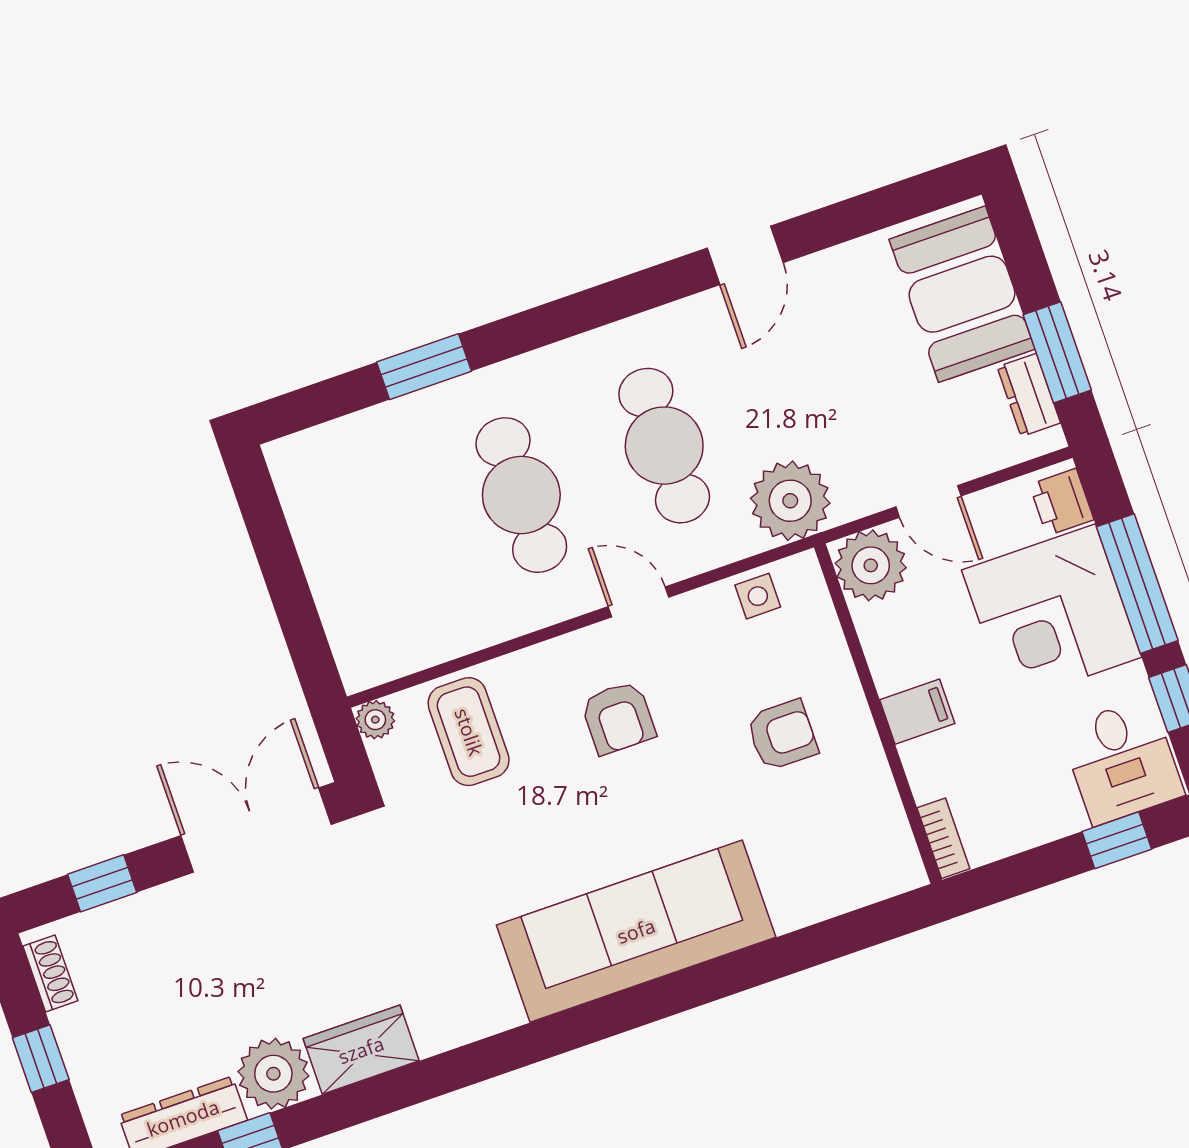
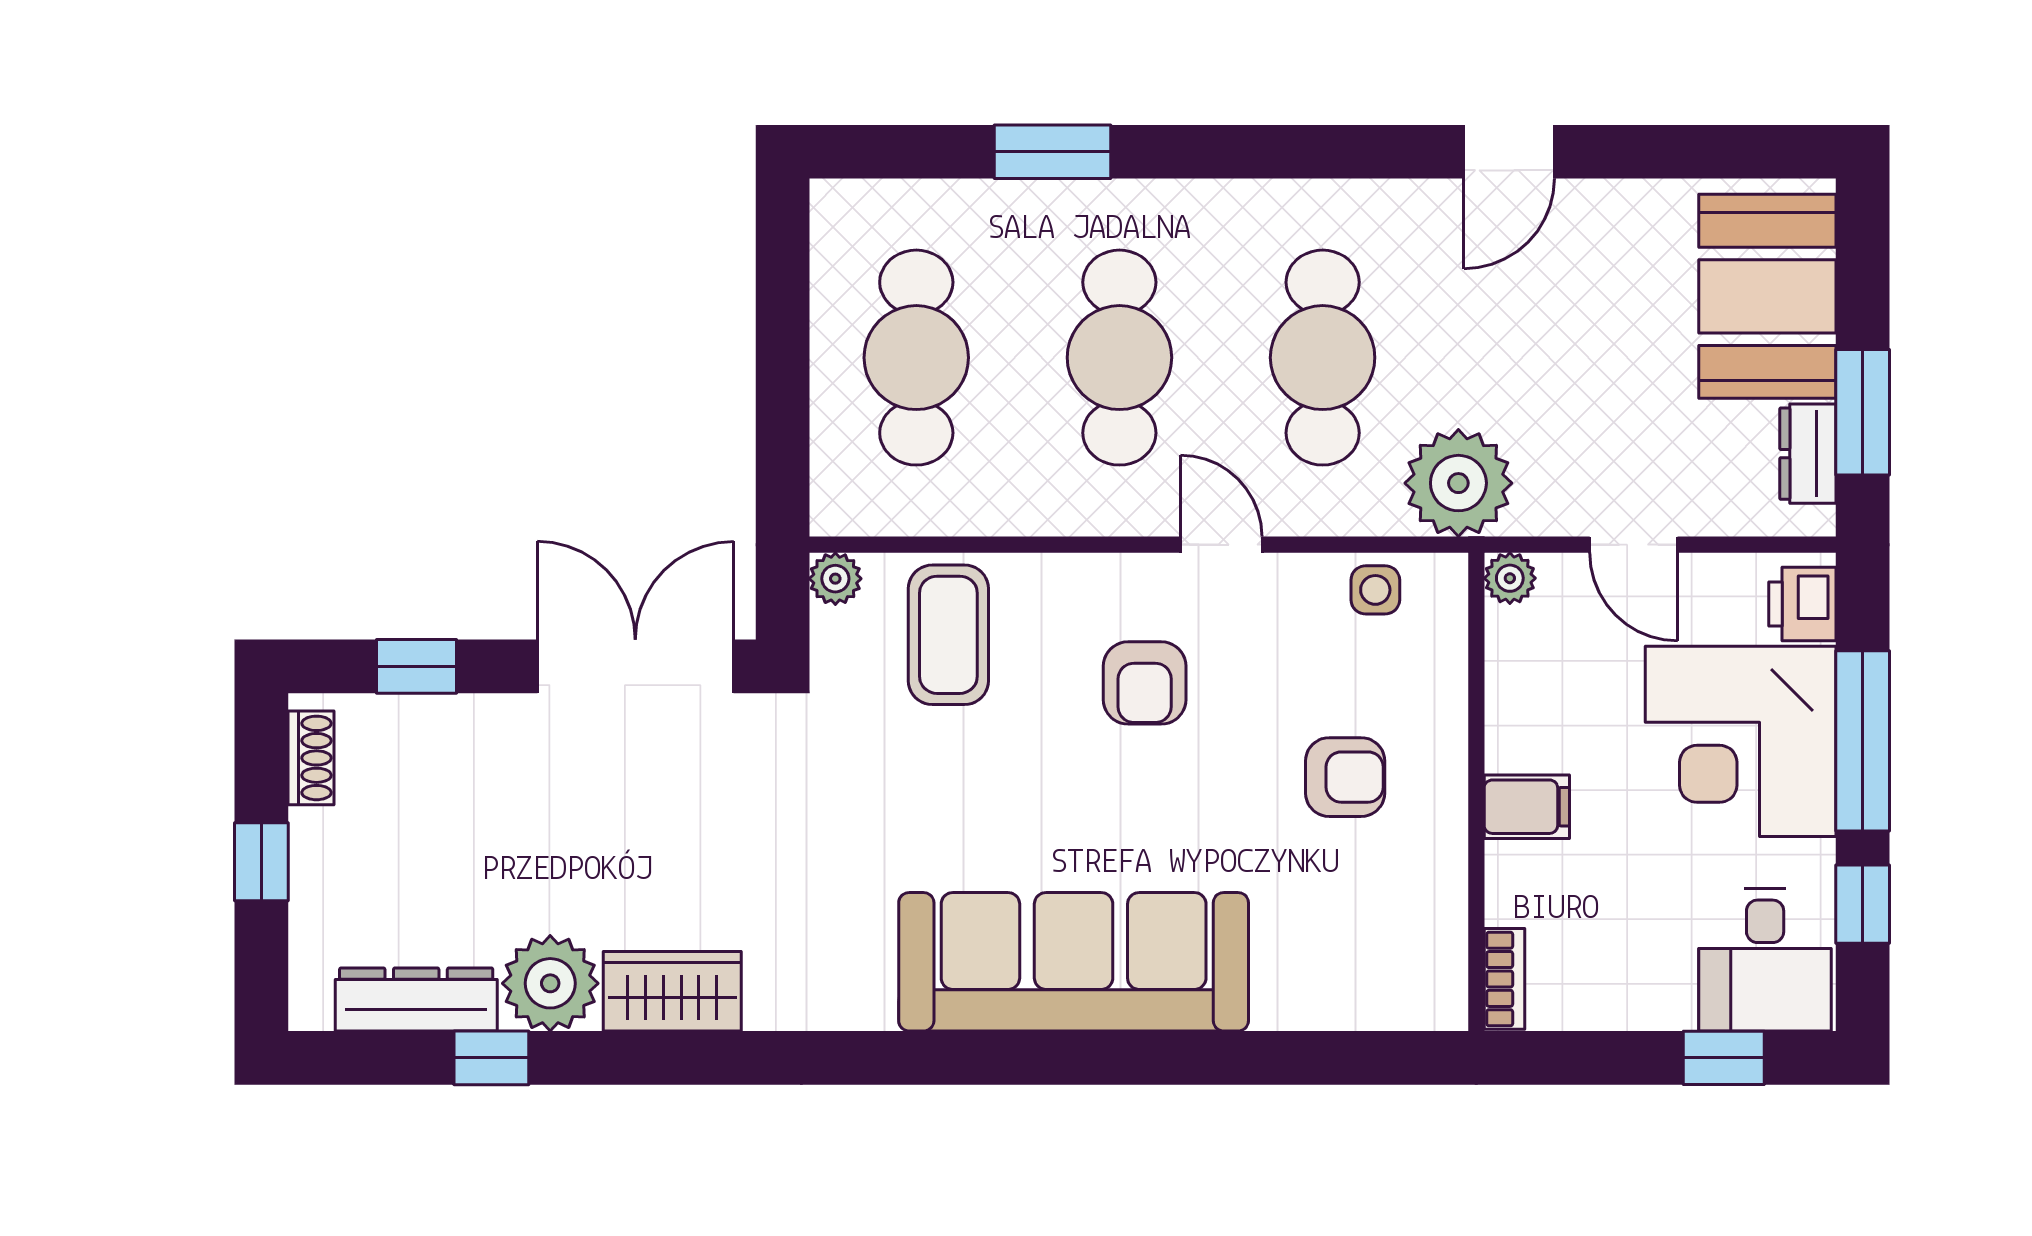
cafe table: (378, 545) -> (916, 358), added
plant: (871, 565) -> (1510, 578), width x0.53, depth x0.53

